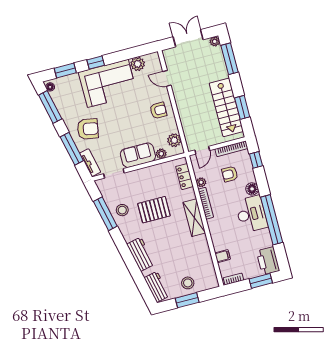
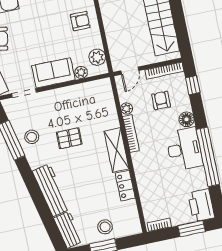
window: (242, 107) -> (180, 22), removed
armchair: (230, 174) -> (161, 100), turned 90
locker: (184, 177) -> (125, 186), moved
pallet: (154, 210) -> (69, 138), width x0.67, depth x0.71
workbench: (141, 254) -> (51, 190), width x1.38
filing cabinet: (223, 256) -> (148, 197), removed

